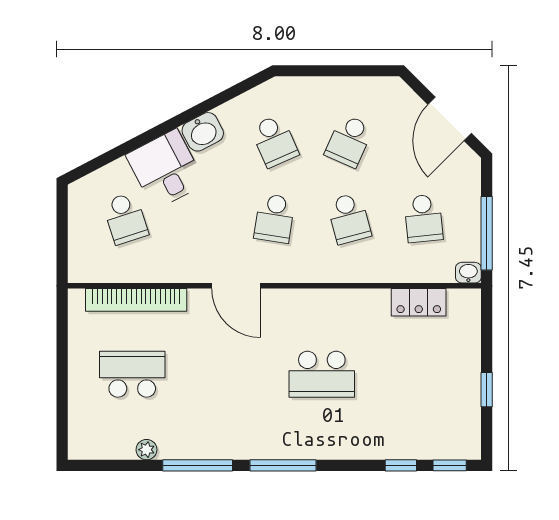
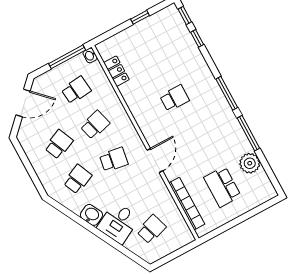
school desk: (349, 141) -> (59, 144), turned -48
school desk: (322, 374) -> (174, 98), width x0.54
plant: (146, 450) -> (250, 163), width x1.88, depth x1.88

